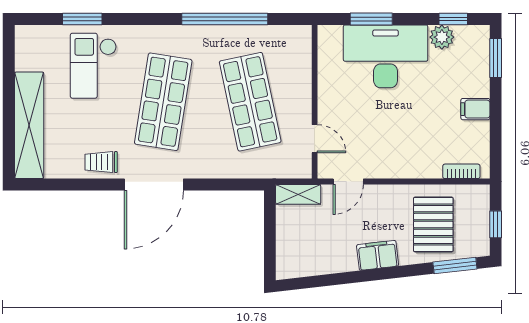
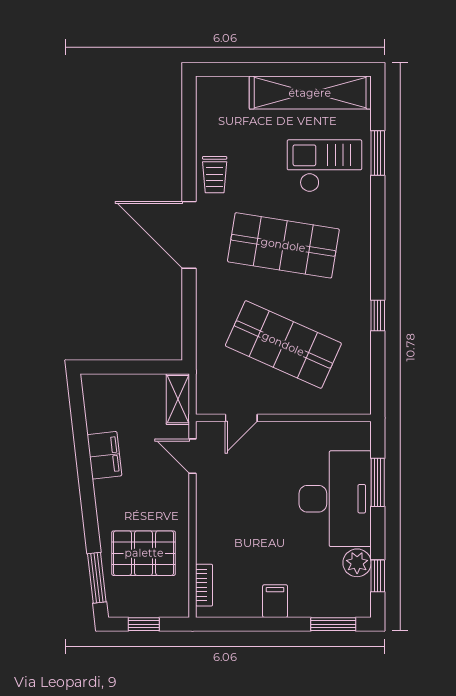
window: (225, 19) -> (378, 315), width x0.32
shop shelf: (250, 102) -> (283, 344), turned 36
shelving: (29, 125) -> (310, 93), moved
trolley: (101, 162) -> (215, 175), turned 180
filing cabinet: (378, 255) -> (104, 455), moved

